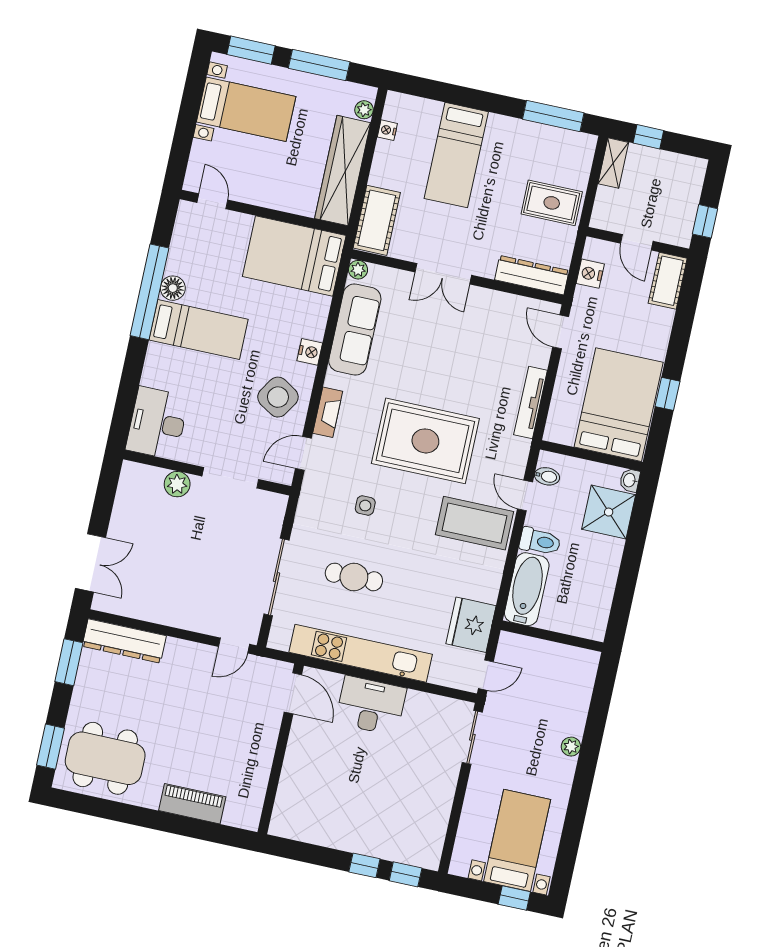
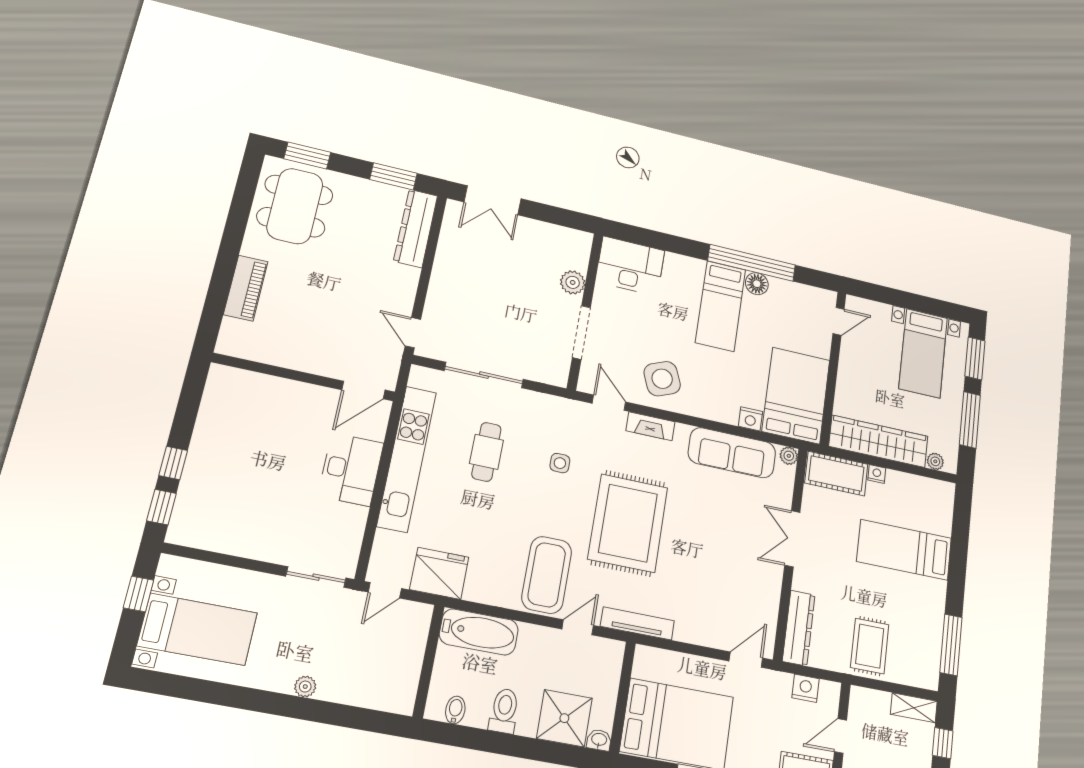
nightstand: (387, 130) -> (877, 474), moved
nightstand: (310, 352) -> (750, 419), moved
side table: (278, 397) -> (662, 379), turned 36
tv unit: (531, 402) -> (637, 623), moved
bidet: (547, 476) -> (455, 710), moved, turned 180
toilet: (540, 541) -> (504, 711), moved, turned 180
door: (486, 675) -> (385, 590), hinge flipped
window: (514, 898) -> (138, 594), moved

